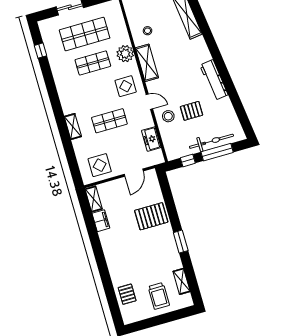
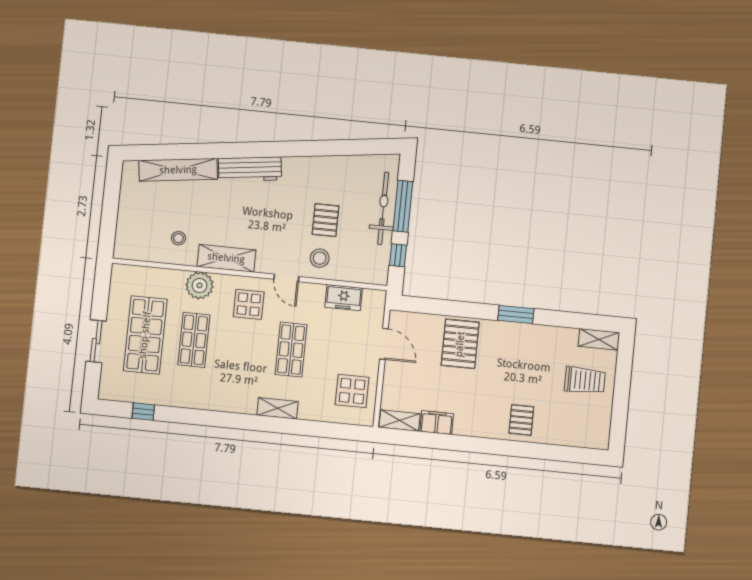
workbench: (214, 80) -> (250, 169), moved
door: (149, 102) -> (286, 278), swing flipped
shelving: (182, 281) -> (599, 339), moved
pallet: (127, 294) -> (521, 420), moved, turned 90

